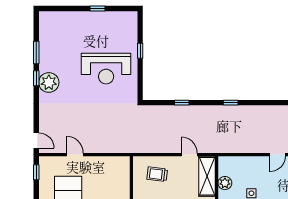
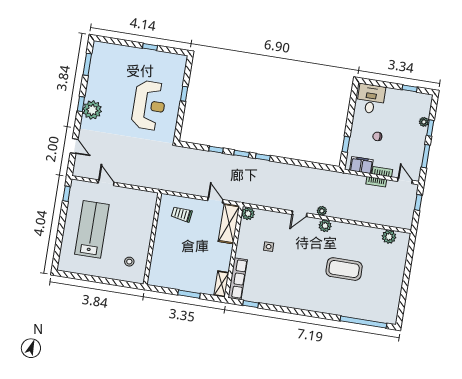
window: (36, 53) -> (87, 64), moved
reception desk: (106, 69) -> (149, 105), turned -90
window: (208, 103) -> (242, 154), added
door: (36, 141) -> (74, 146), moved
plant: (225, 183) -> (248, 214), moved

